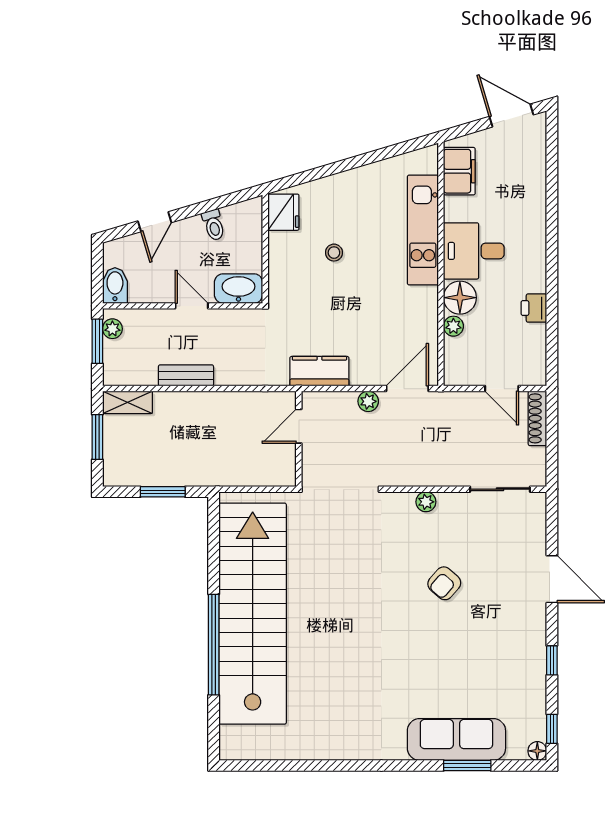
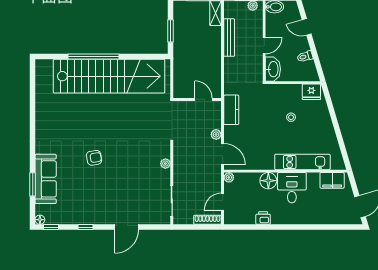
plant: (453, 326) -> (229, 177), moved
bench: (186, 375) -> (229, 38), width x1.36
armchair: (444, 583) -> (94, 158), moved, turned 129

